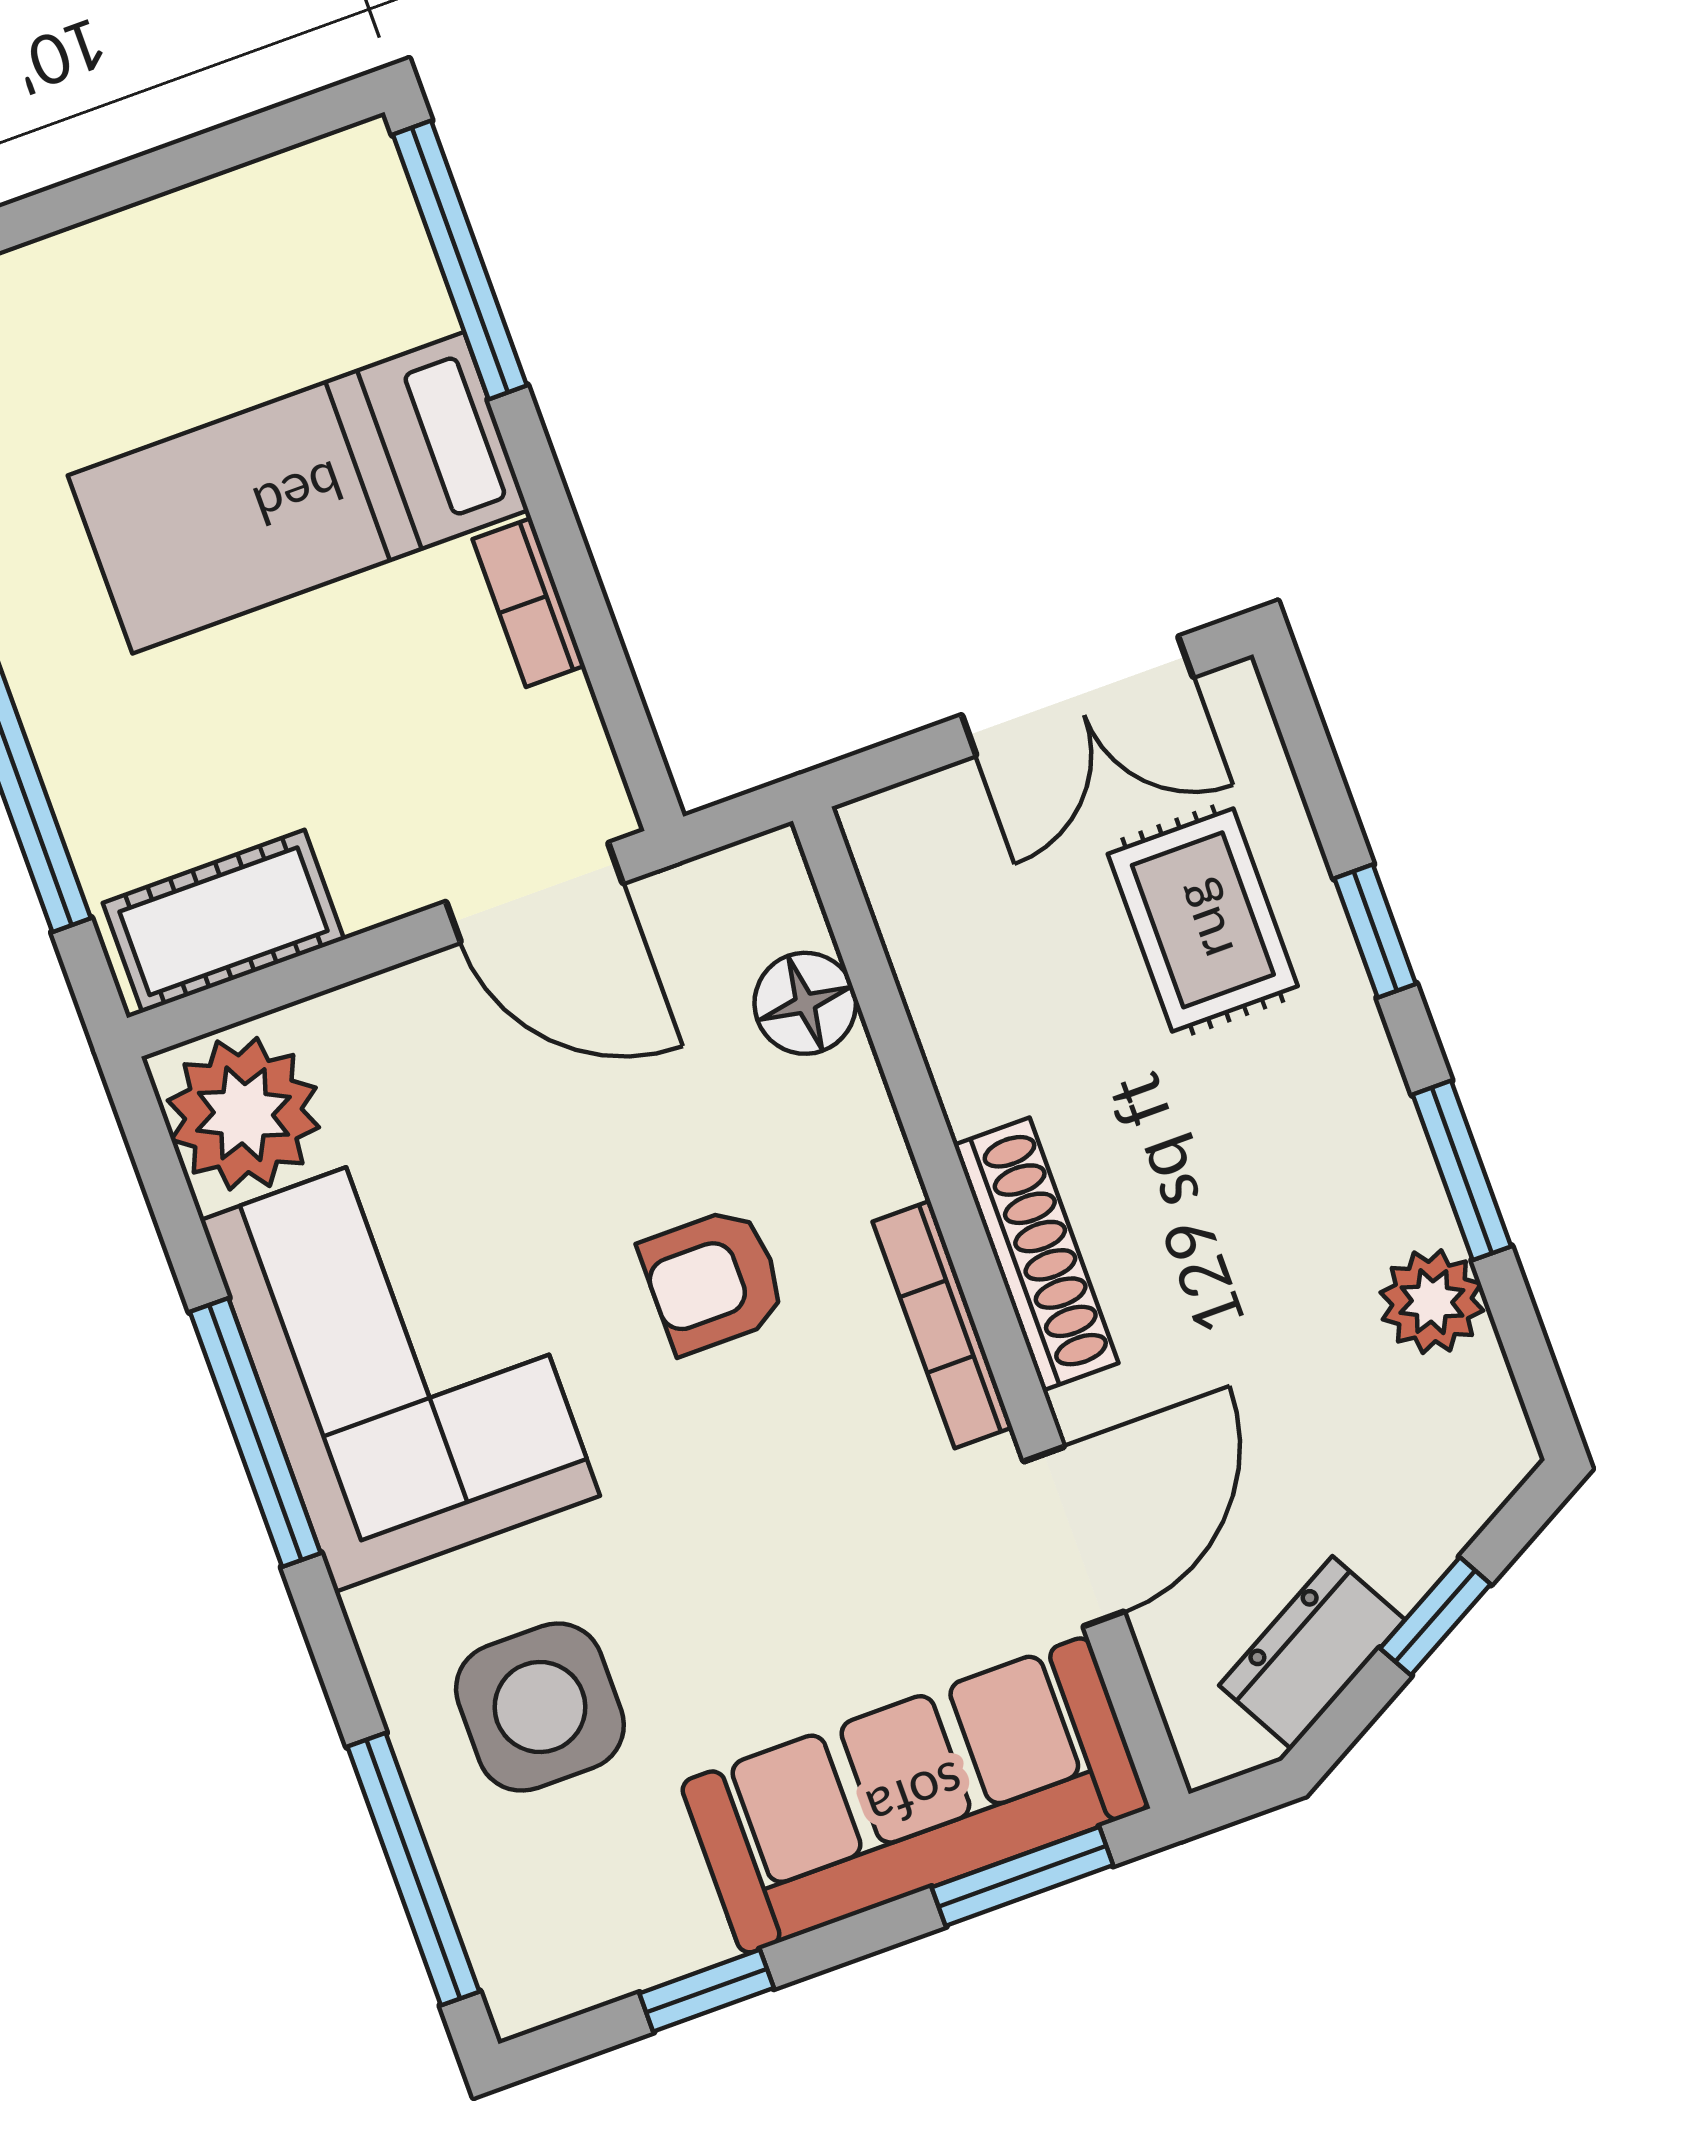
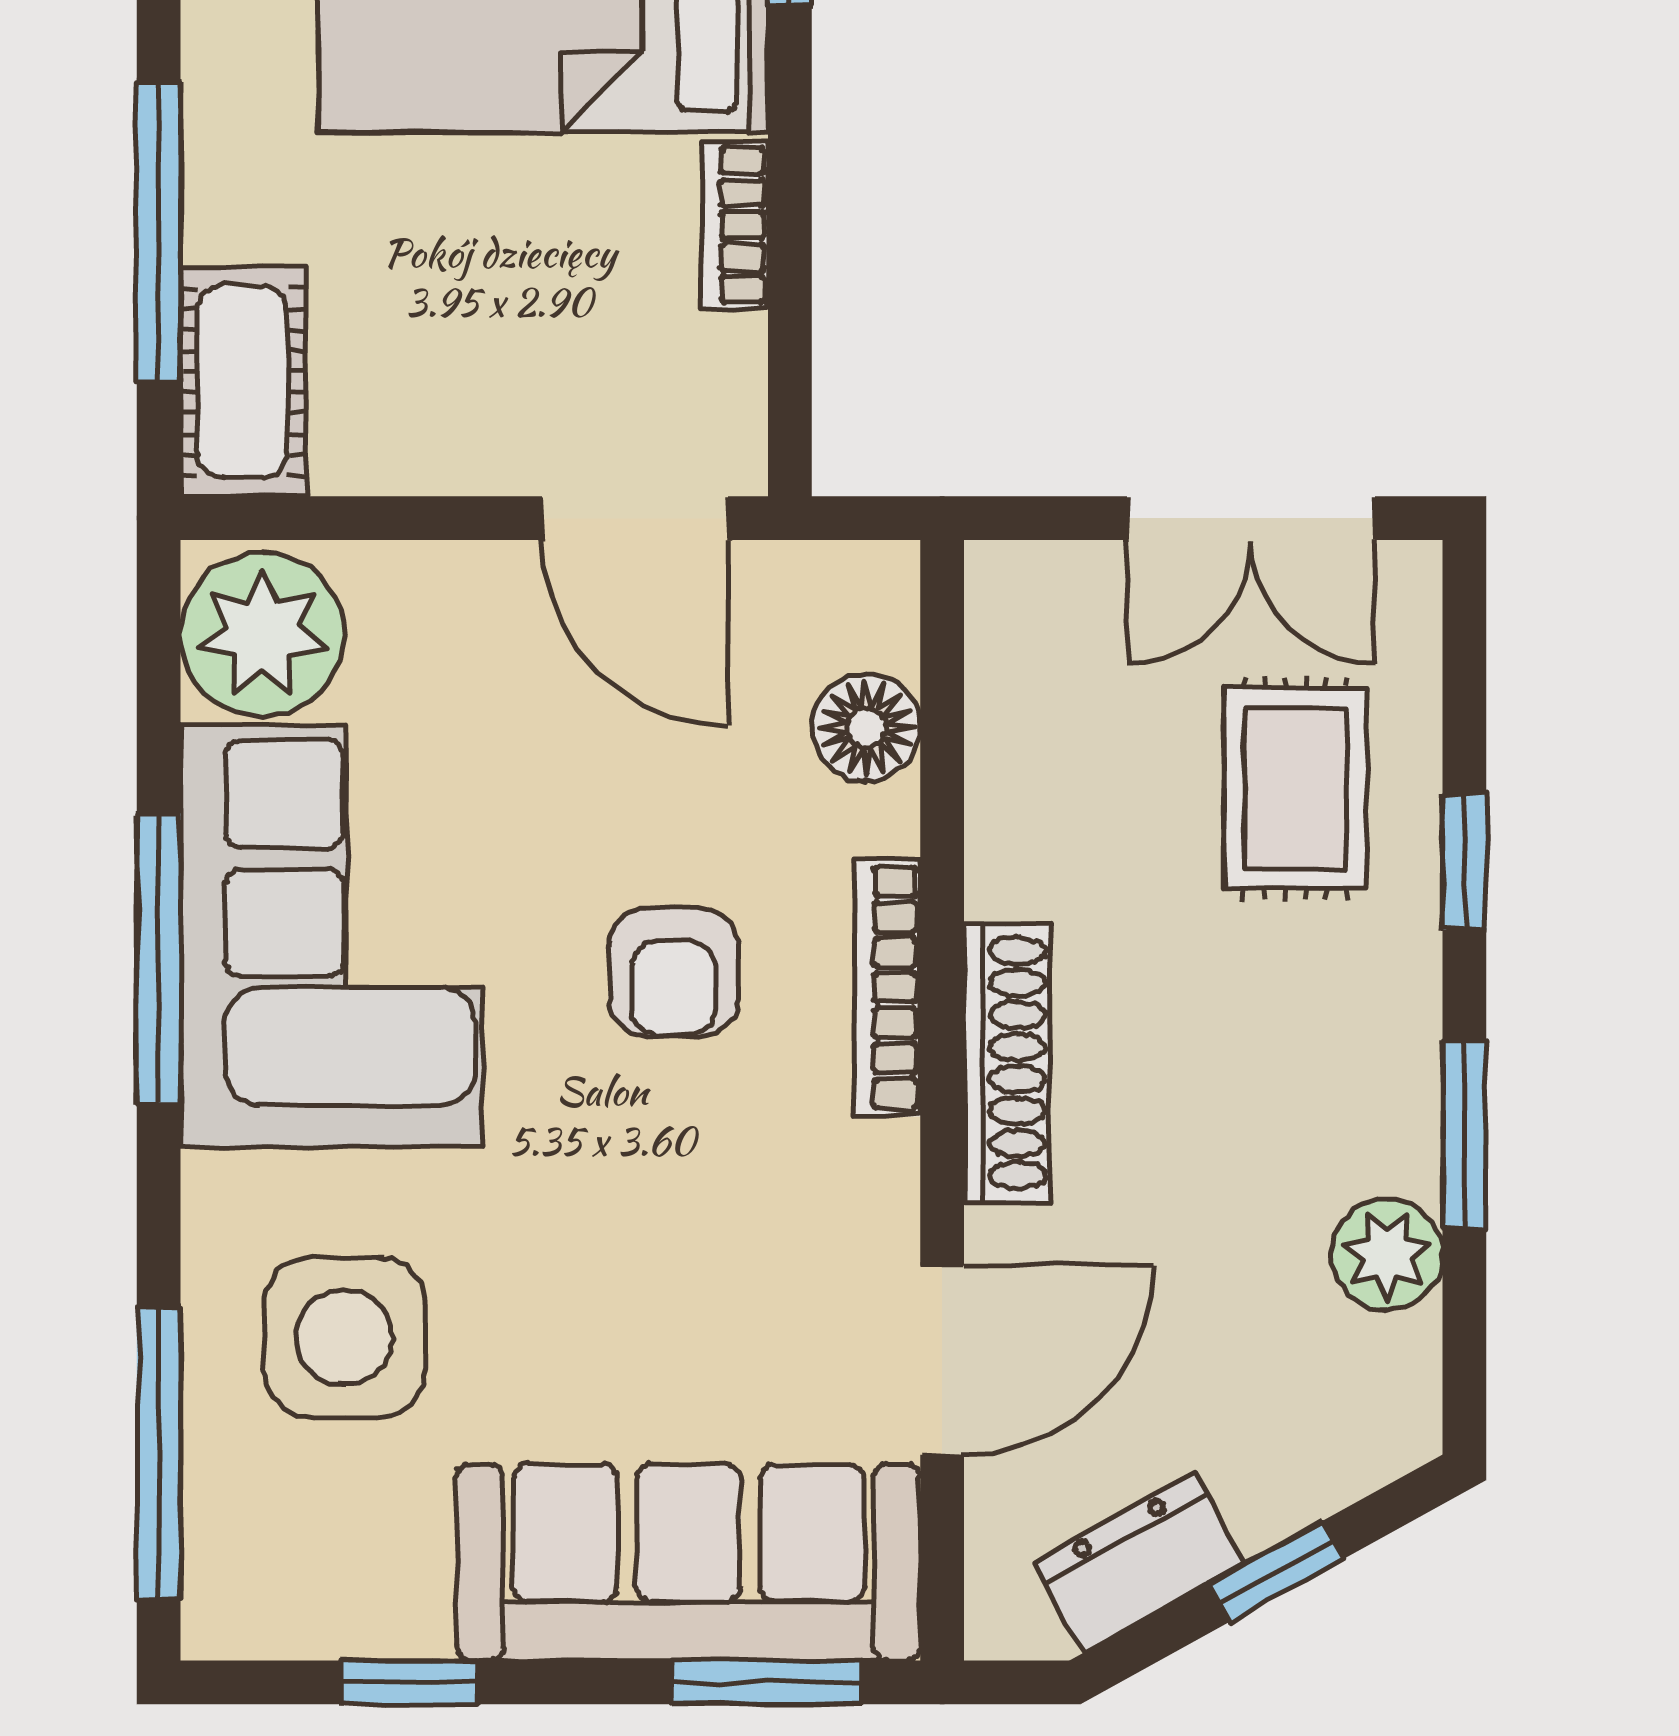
cot: (223, 921) -> (243, 382), moved, turned 90
armchair: (713, 1280) -> (673, 972), turned -90
bookcase: (942, 1324) -> (887, 988), moved

